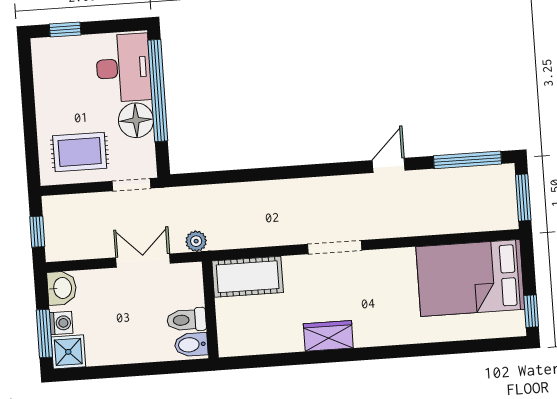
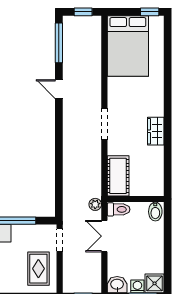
floor lamp: (136, 120) -> (22, 235), removed
window: (523, 197) -> (83, 12), width x0.67
toilet: (187, 320) -> (119, 209), moved, turned -90

